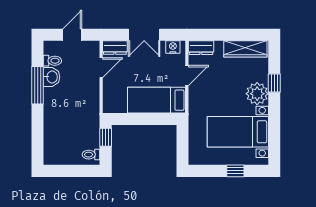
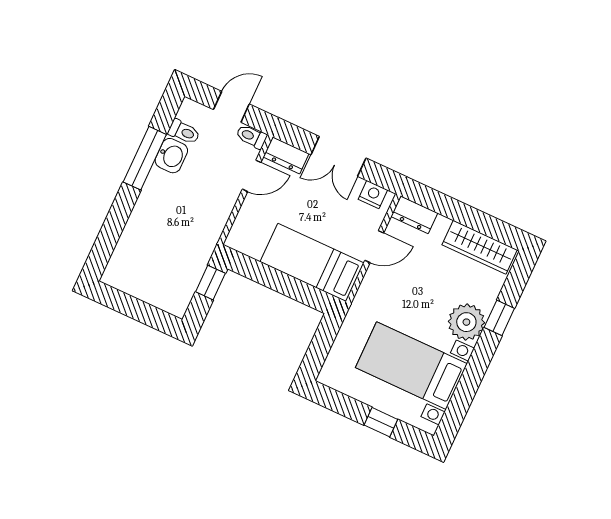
toilet: (91, 155) -> (251, 137), moved

